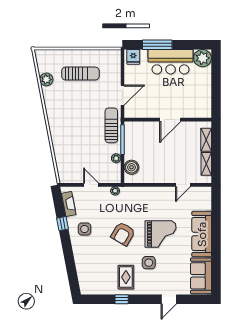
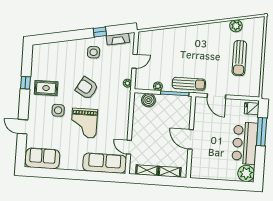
sofa: (202, 234) -> (105, 163), moved

